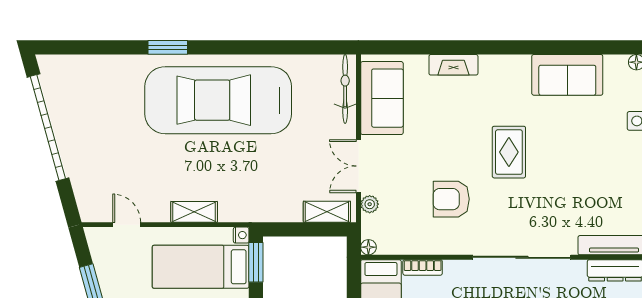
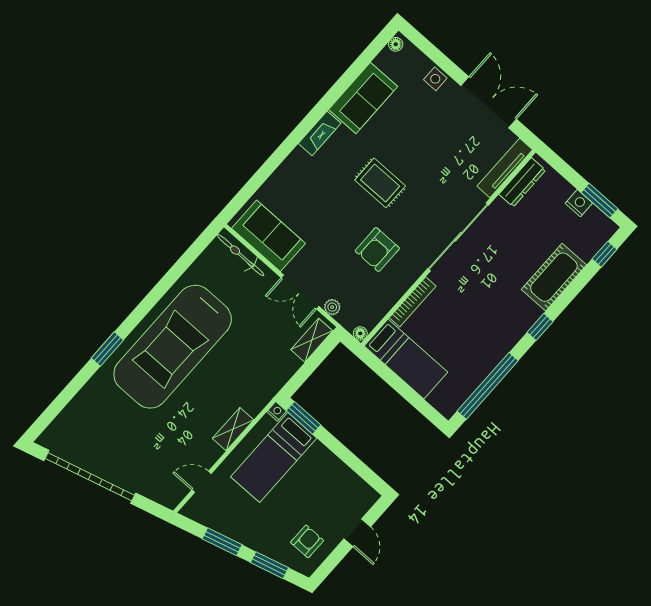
fireplace: (453, 65) -> (320, 133), moved
bookcase: (423, 267) -> (413, 302), width x1.56

